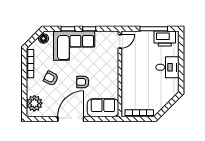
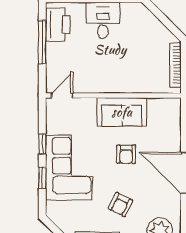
floor lamp: (43, 38) -> (58, 216), removed
door: (120, 41) -> (62, 95), hinge flipped
sofa: (103, 108) -> (122, 112), moved, turned -90

